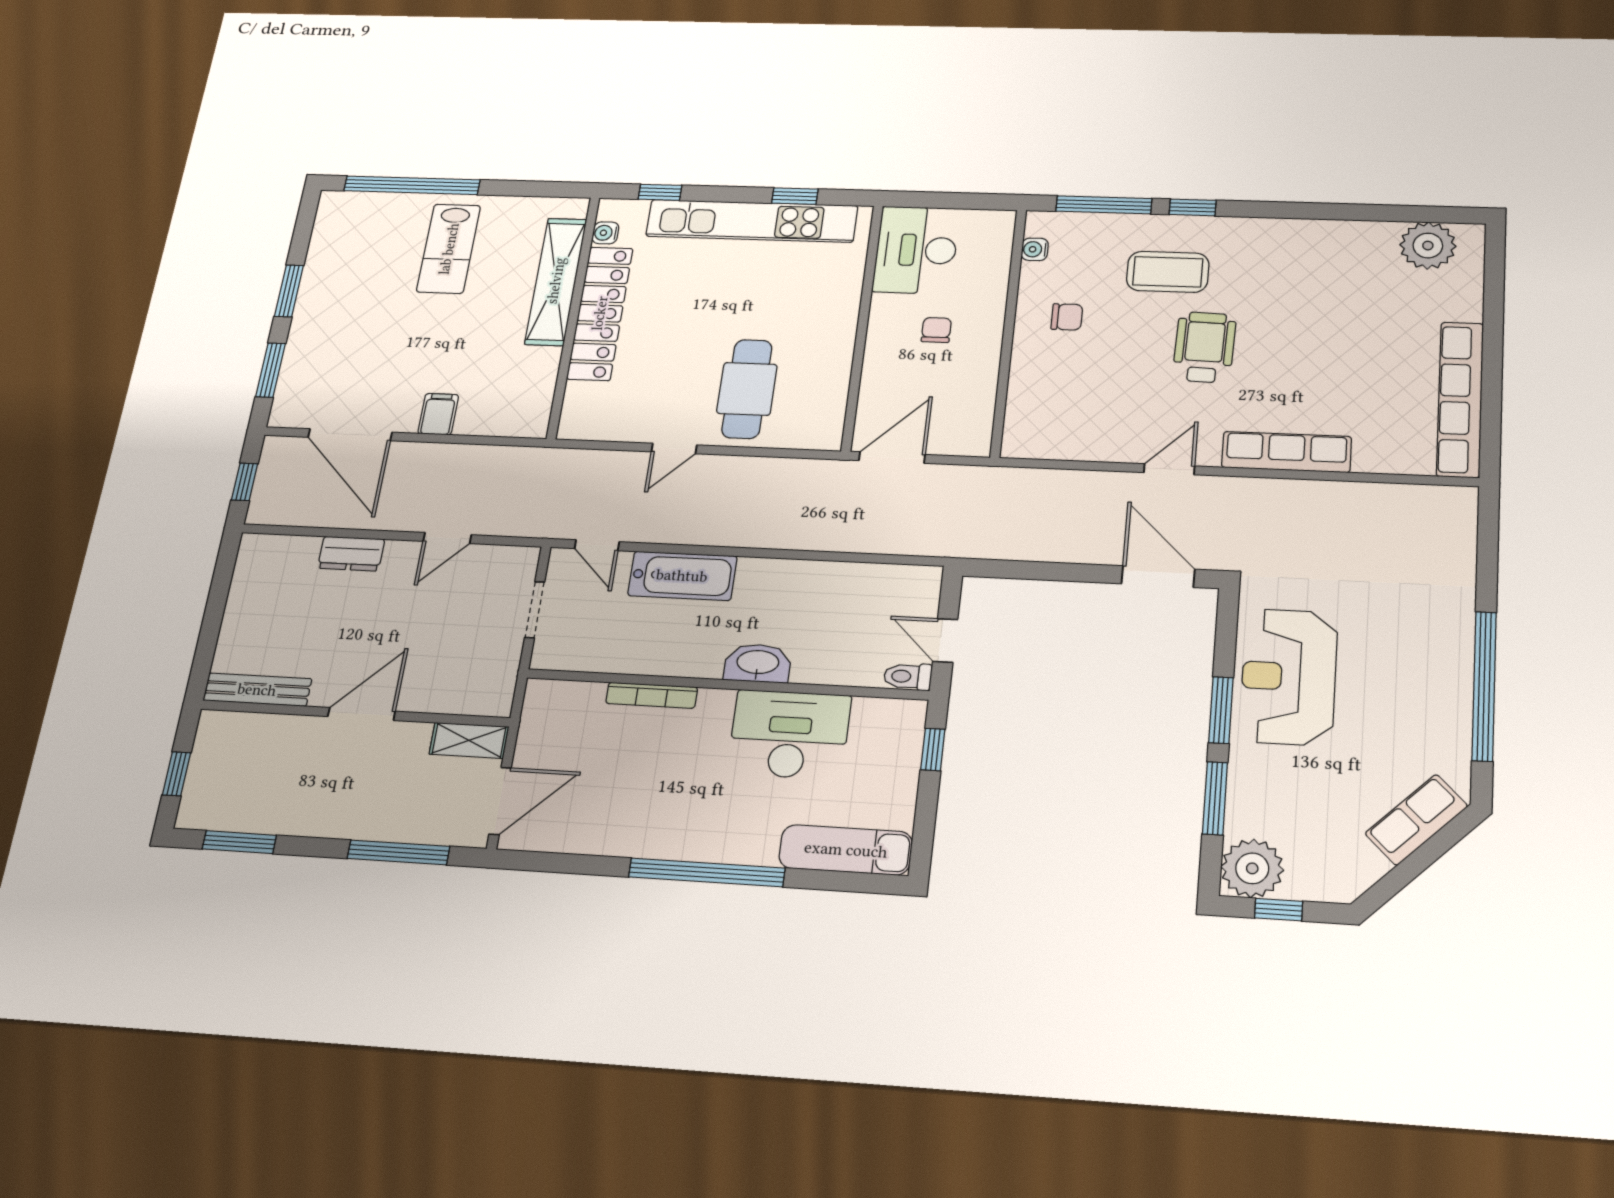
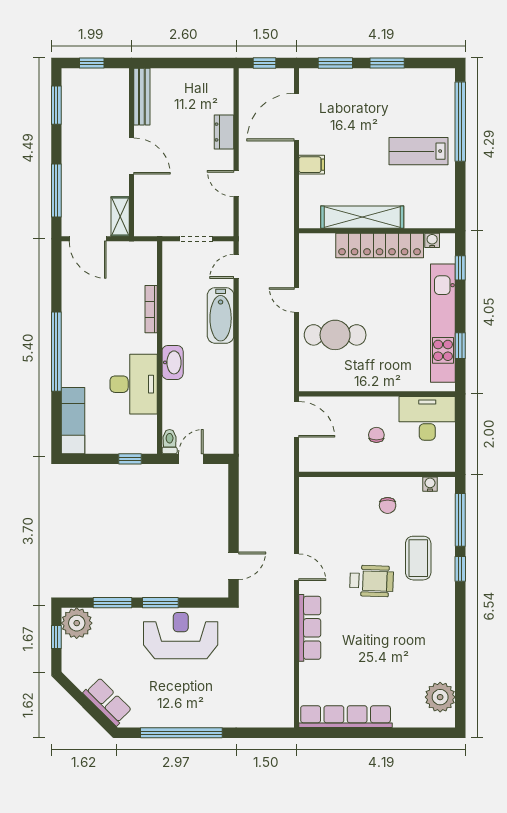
shelving: (556, 281) -> (362, 217), moved
chair: (936, 330) -> (376, 435), turned -90
door: (1158, 577) -> (234, 566), width x0.73

